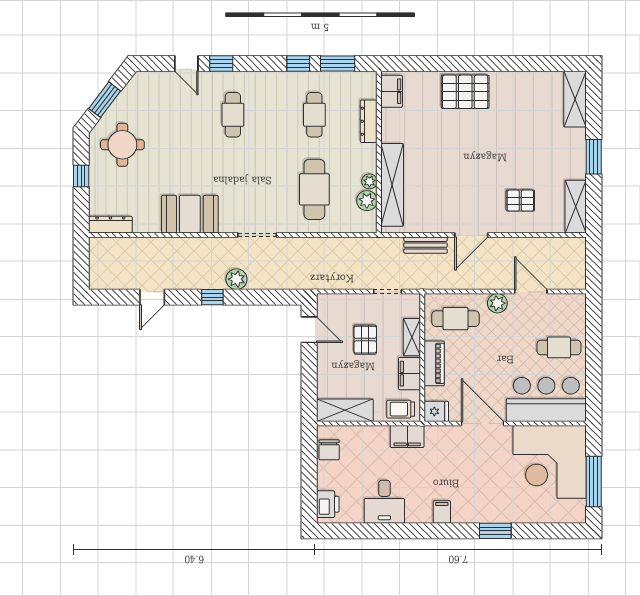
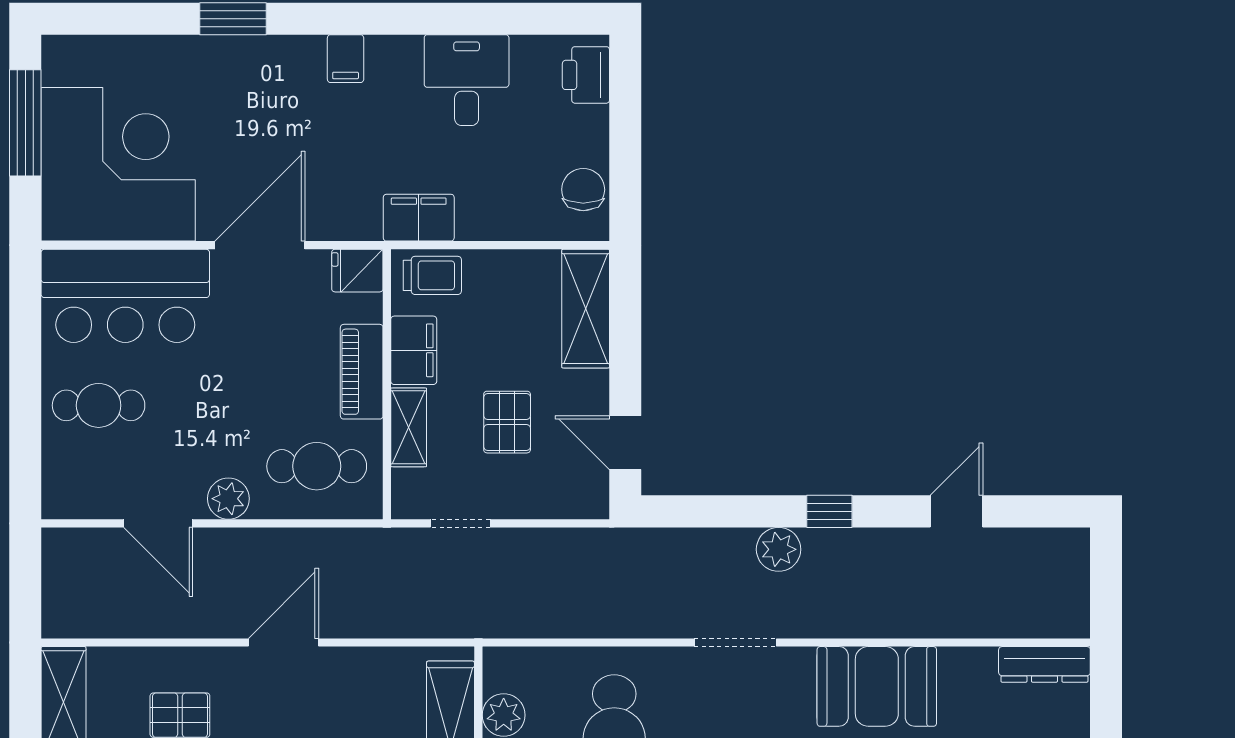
bench: (426, 245) -> (380, 621), removed
shelving: (345, 410) -> (586, 309), moved, turned 90
door: (482, 423) -> (260, 245), swing flipped

